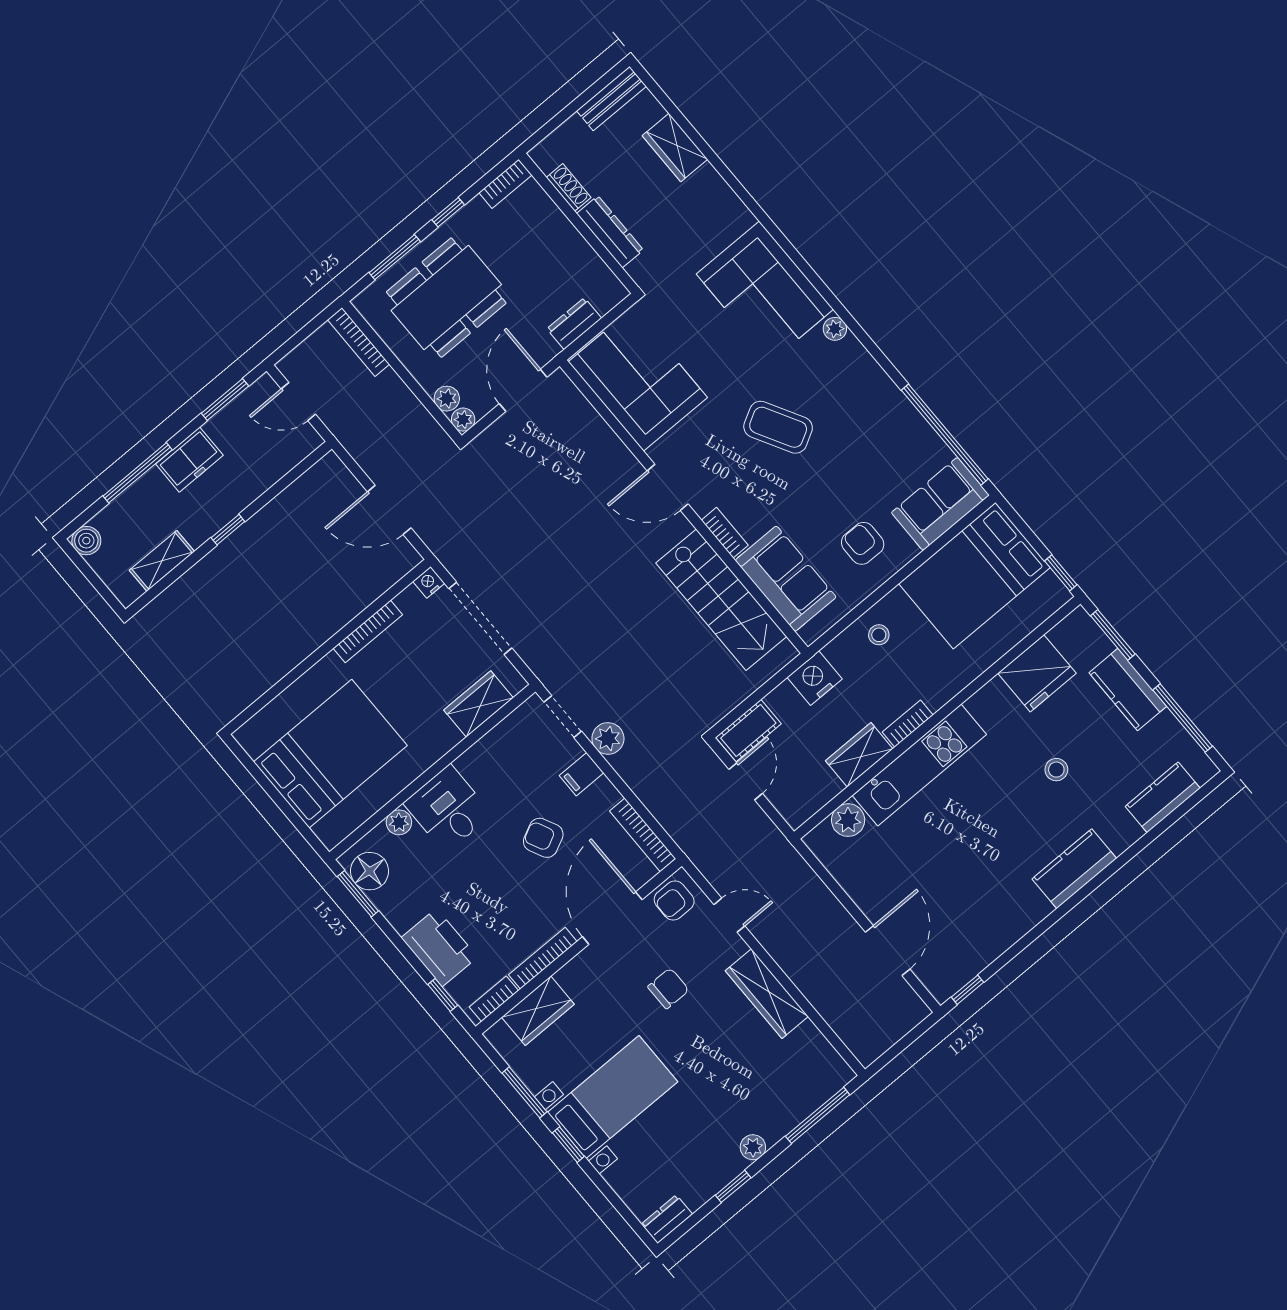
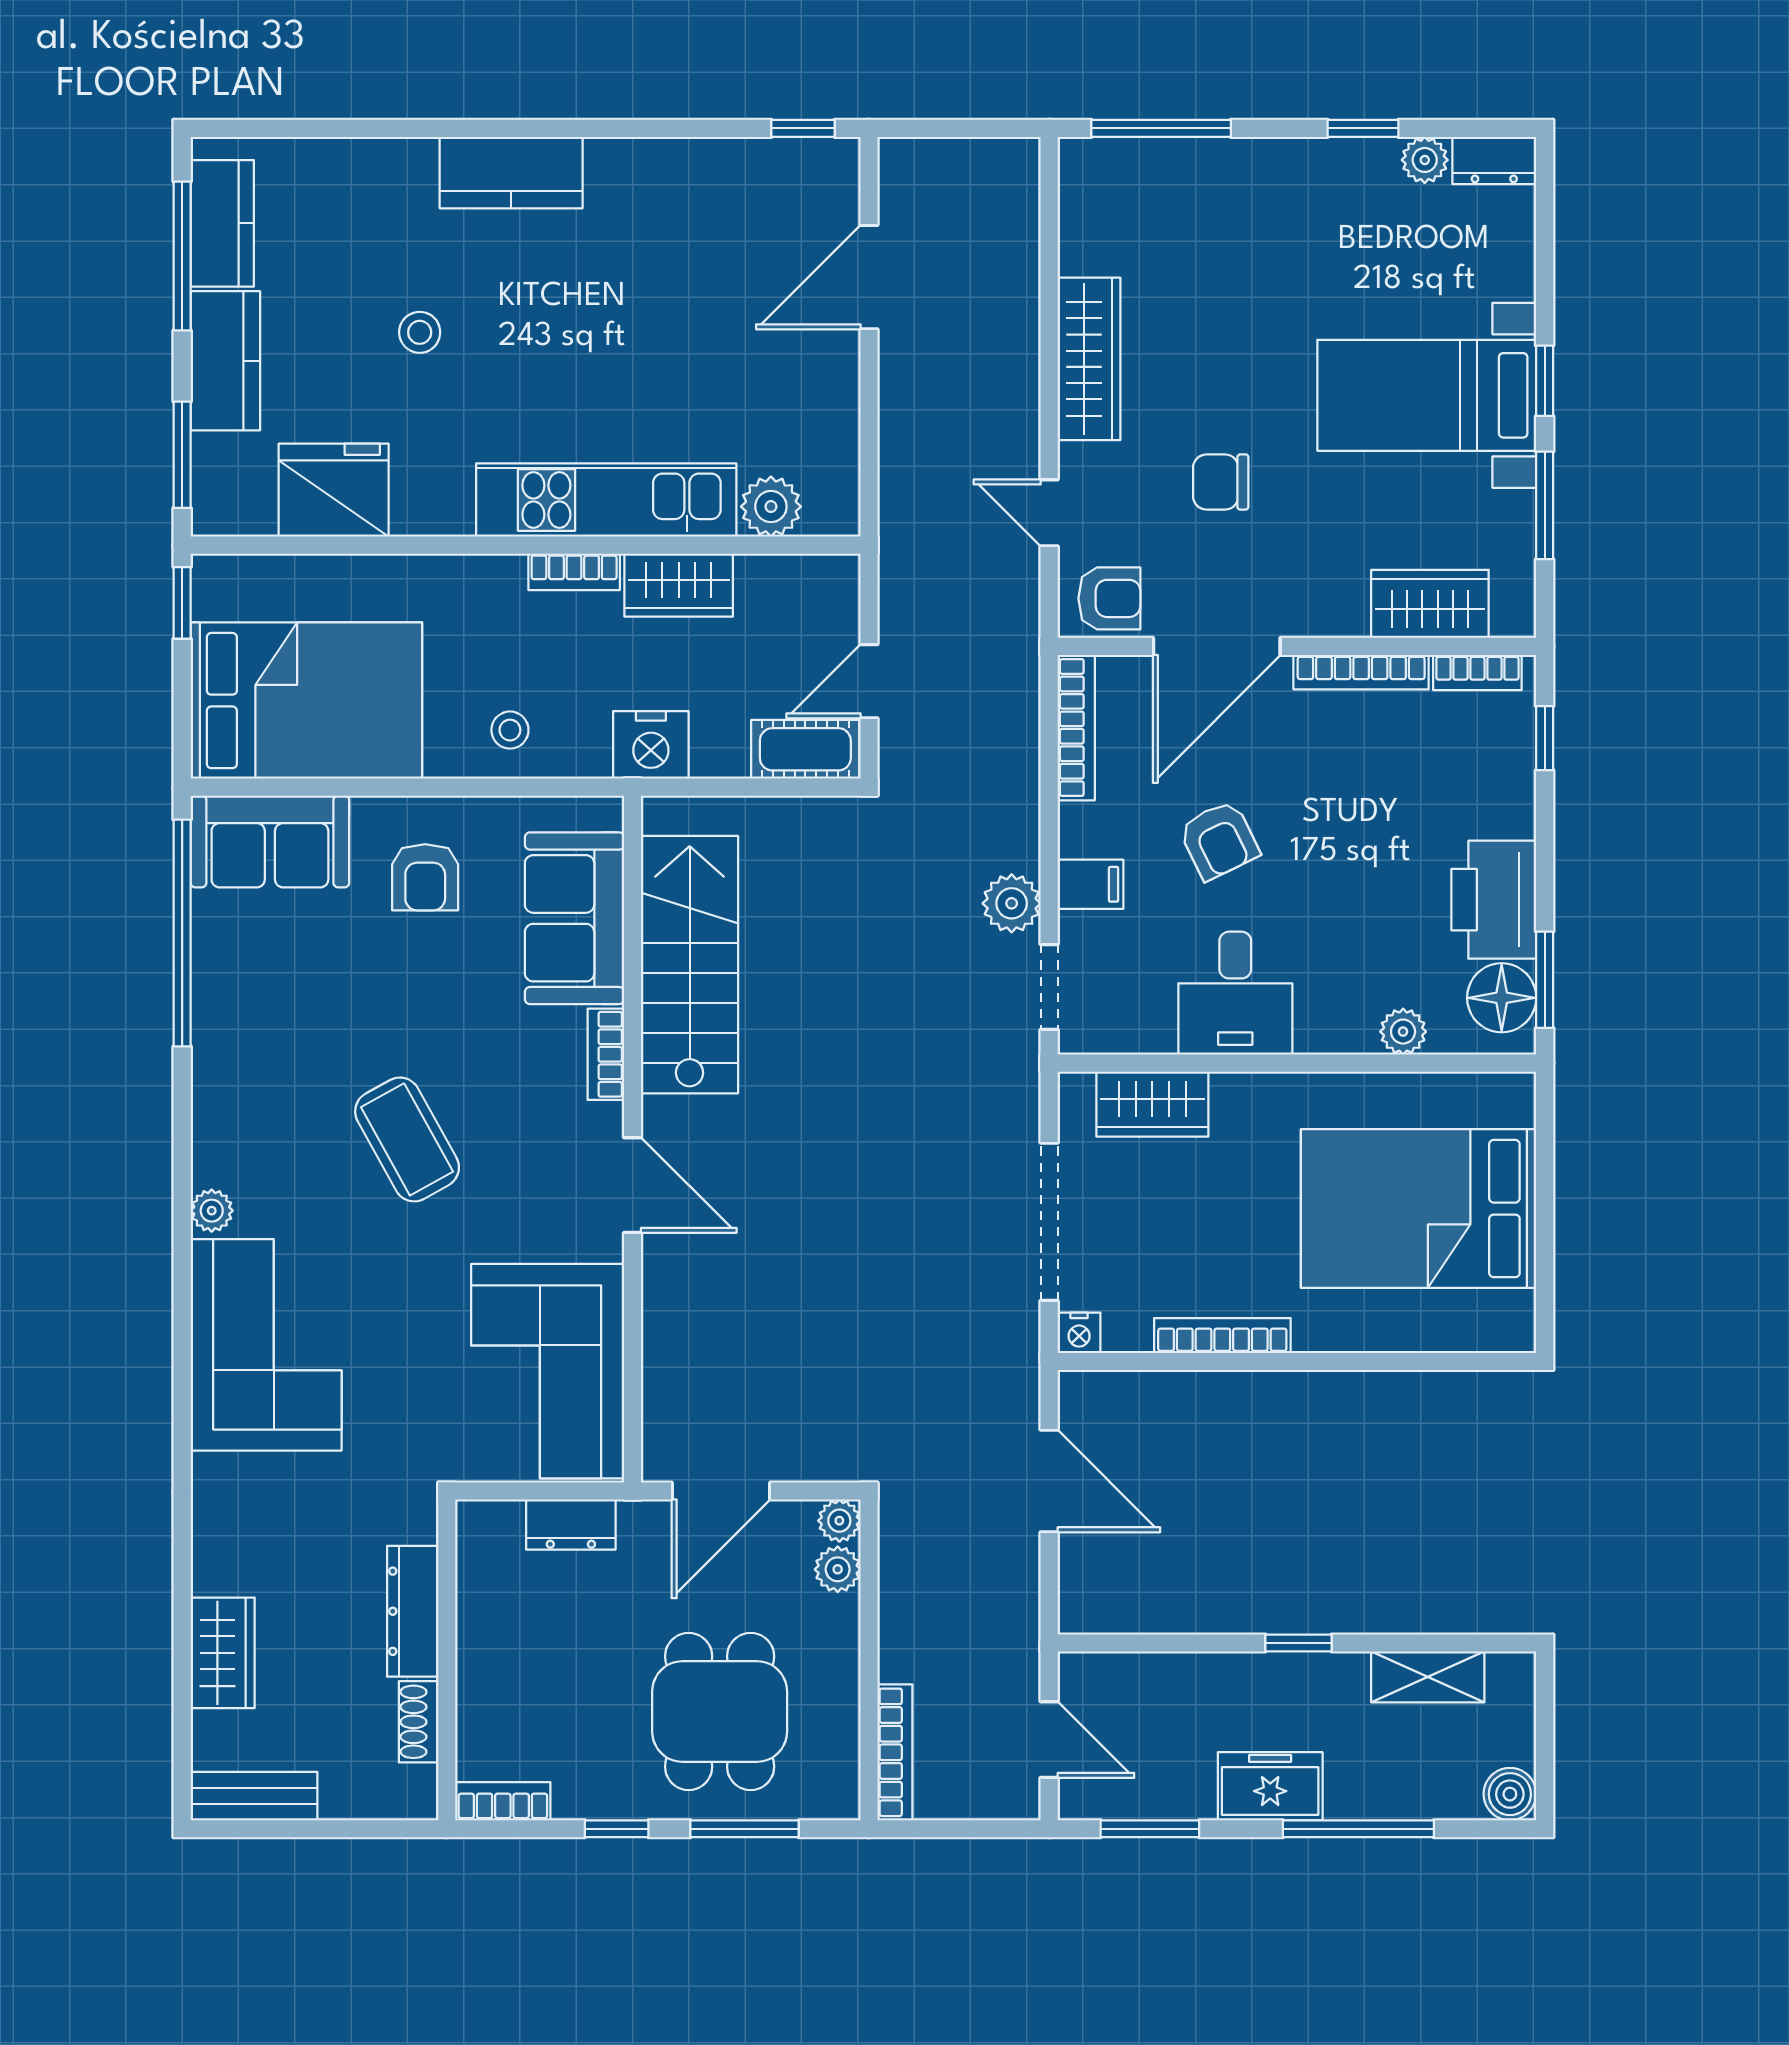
dining table: (446, 298) -> (720, 1711), width x0.73
kitchen counter: (1163, 797) -> (222, 223), moved, turned -90
desk: (448, 809) -> (1235, 993), moved
printer: (439, 947) -> (1494, 900), moved
plant: (753, 1147) -> (1425, 160), moved

